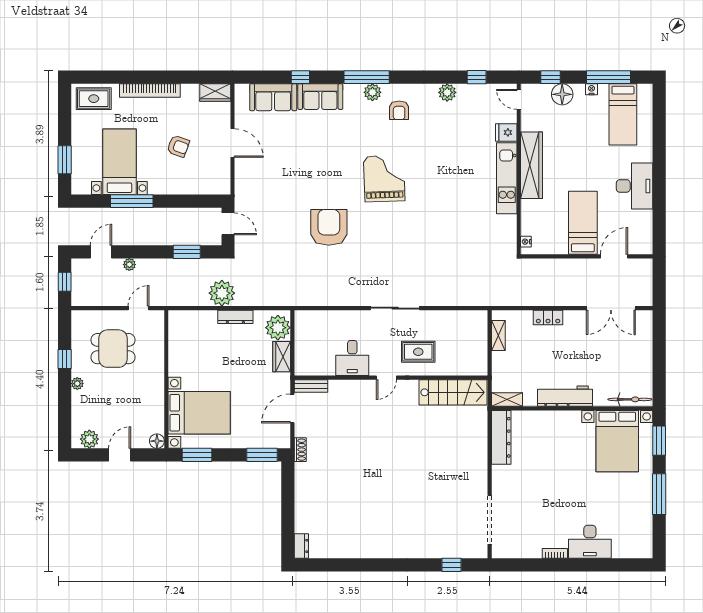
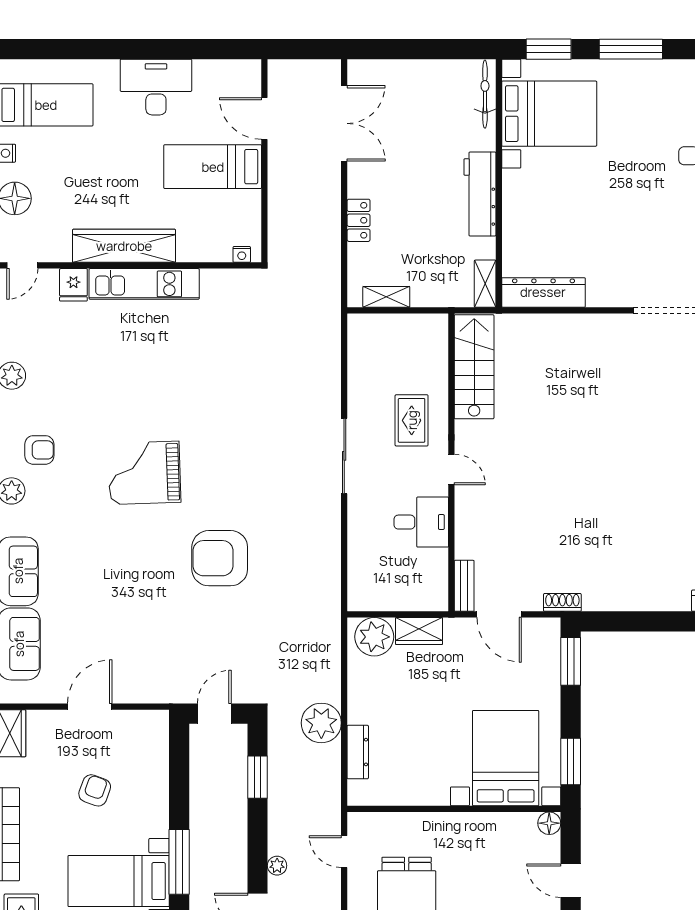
dresser: (235, 317) -> (358, 752), moved

